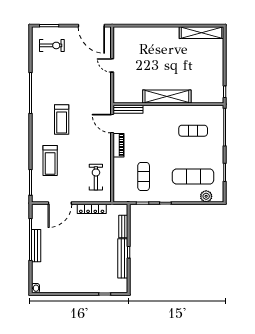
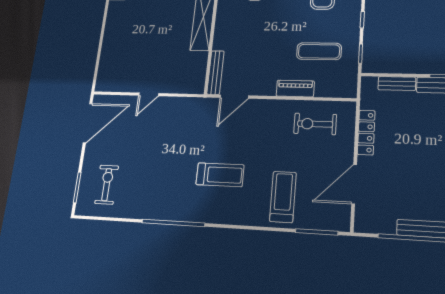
piano: (118, 145) -> (295, 89), moved
treadmill: (50, 160) -> (283, 197), turned -90
door: (60, 203) -> (354, 184), swing flipped

